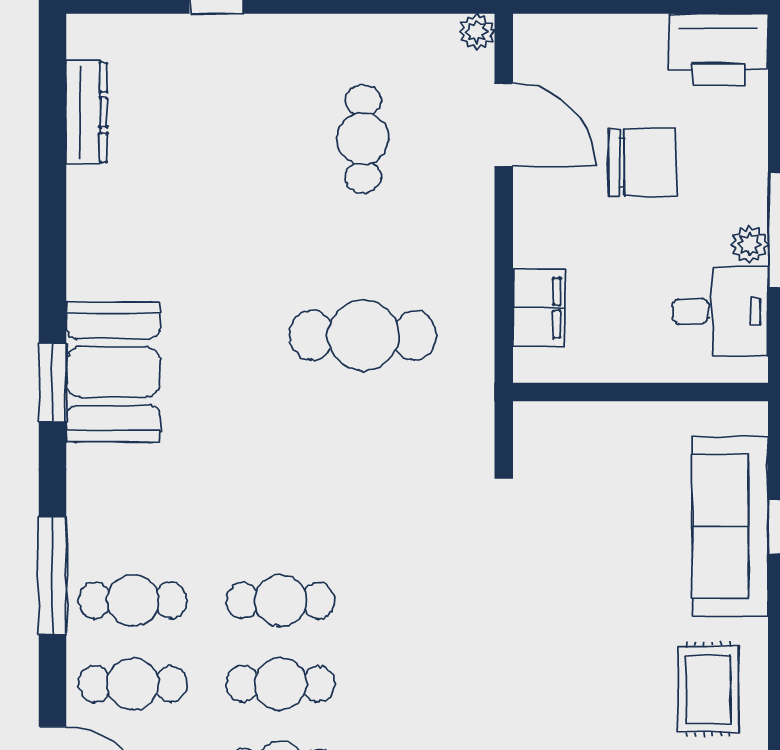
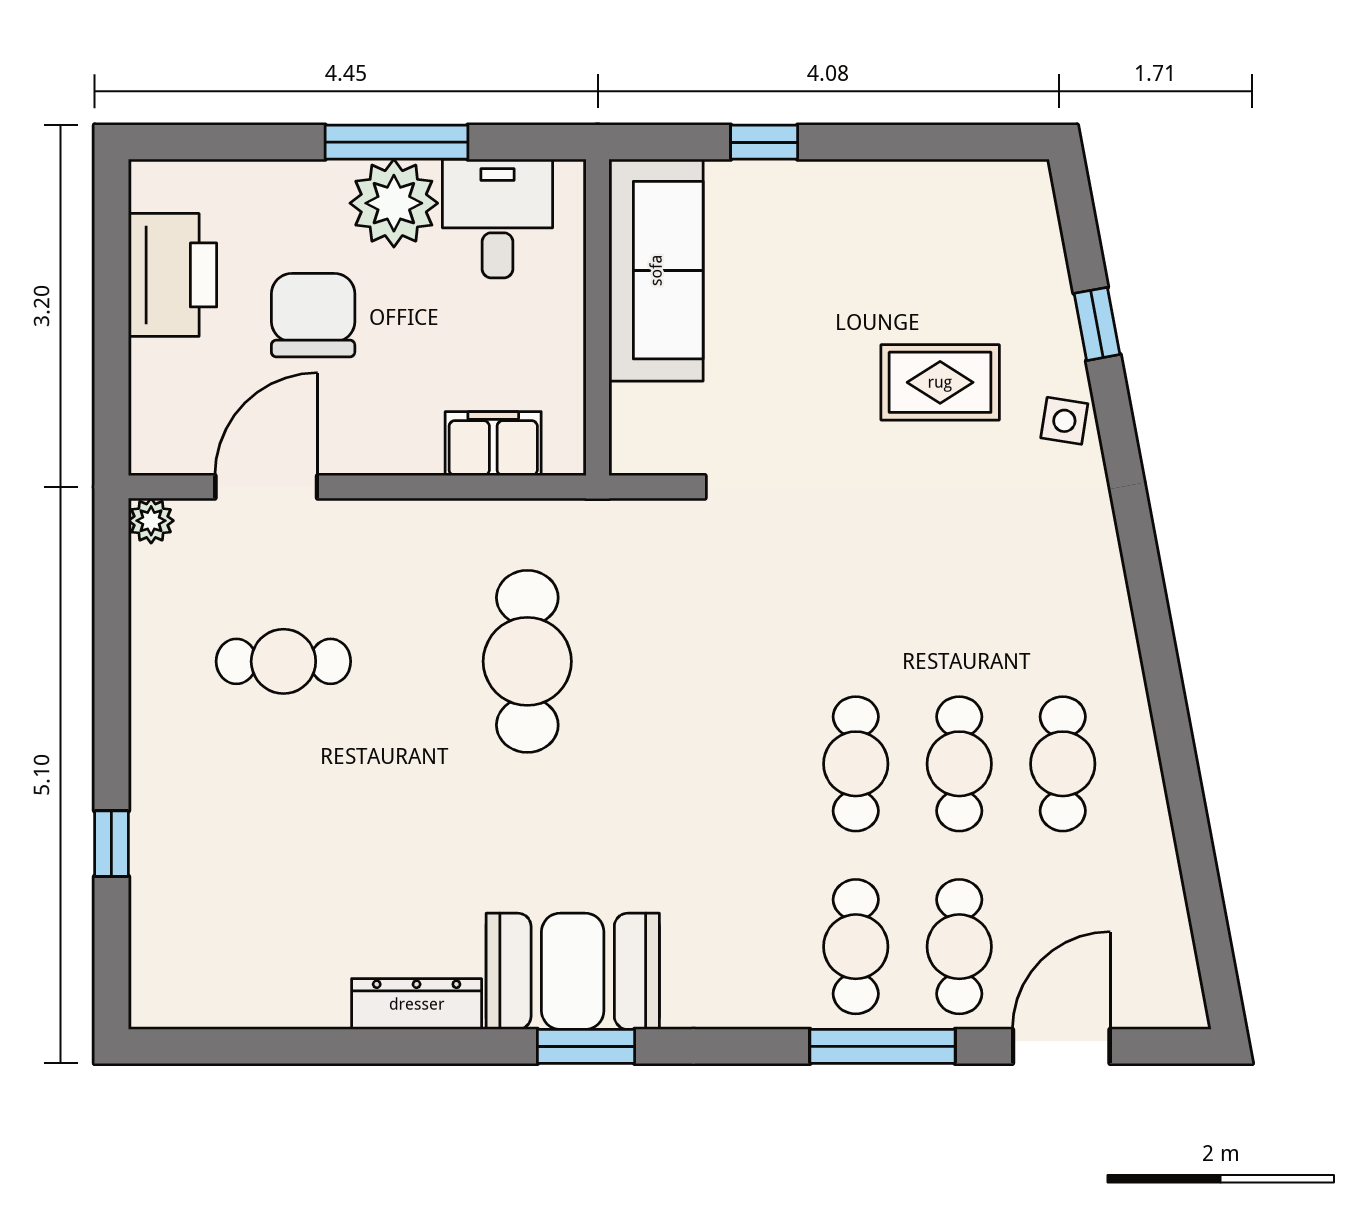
printer: (719, 49) -> (173, 275), moved
dresser: (87, 112) -> (417, 1004), moved
plant: (749, 244) -> (394, 203), width x1.88, depth x1.88
sofa: (730, 526) -> (656, 270), moved, turned -90
window: (52, 575) -> (882, 1046), moved
rug: (708, 689) -> (940, 382), moved

